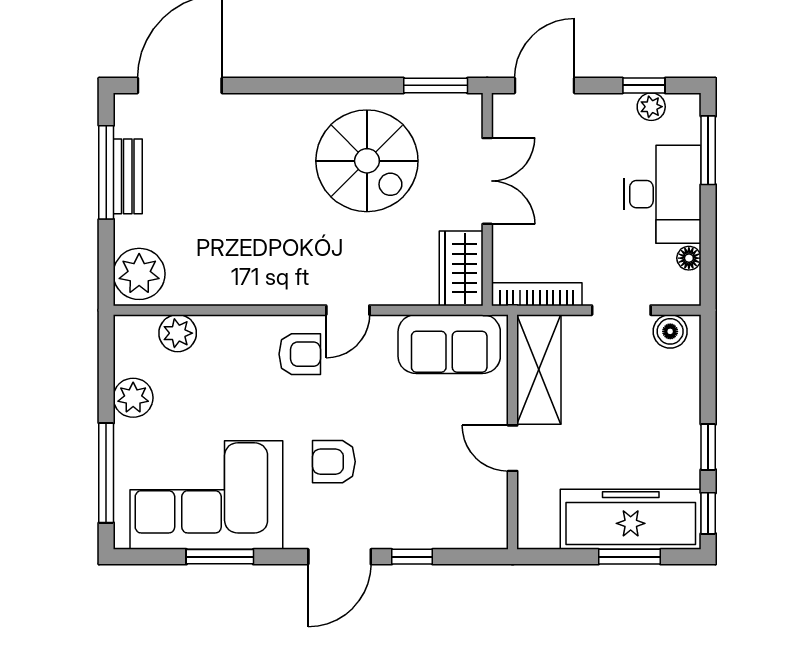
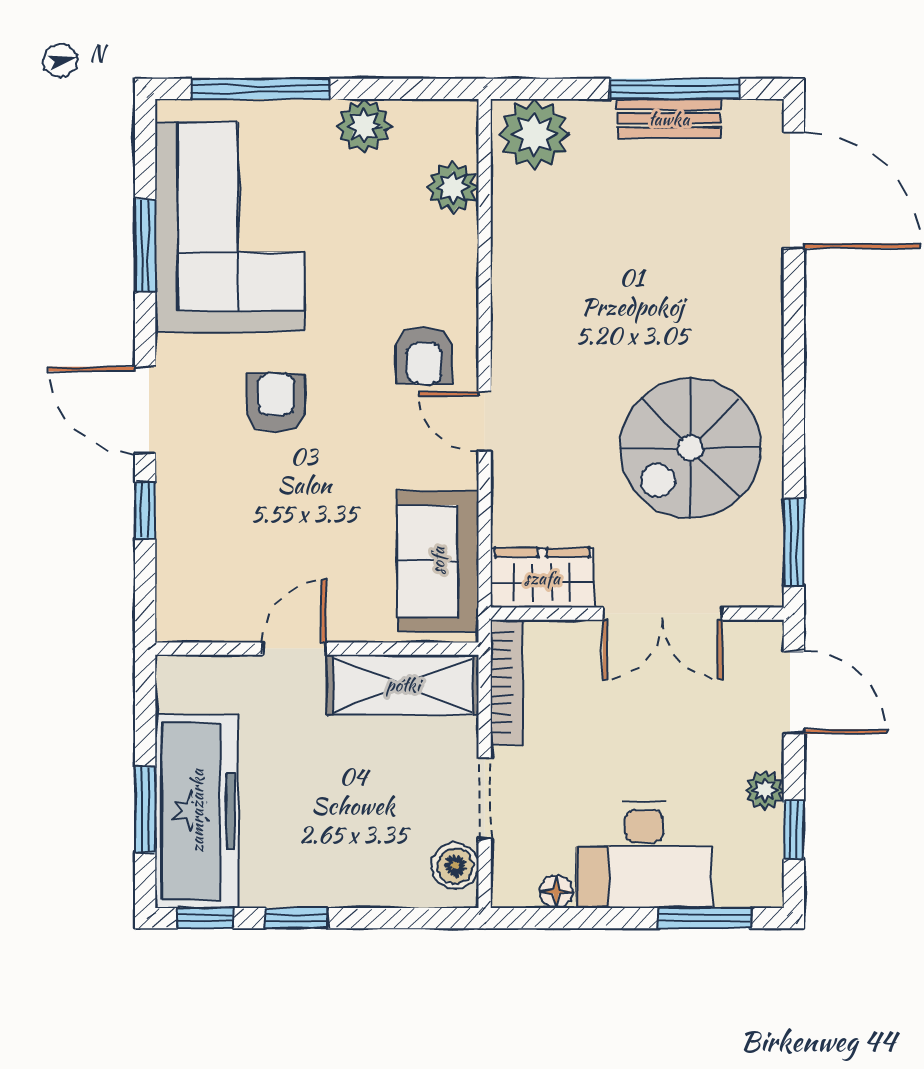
plant: (651, 107) -> (765, 790), moved

